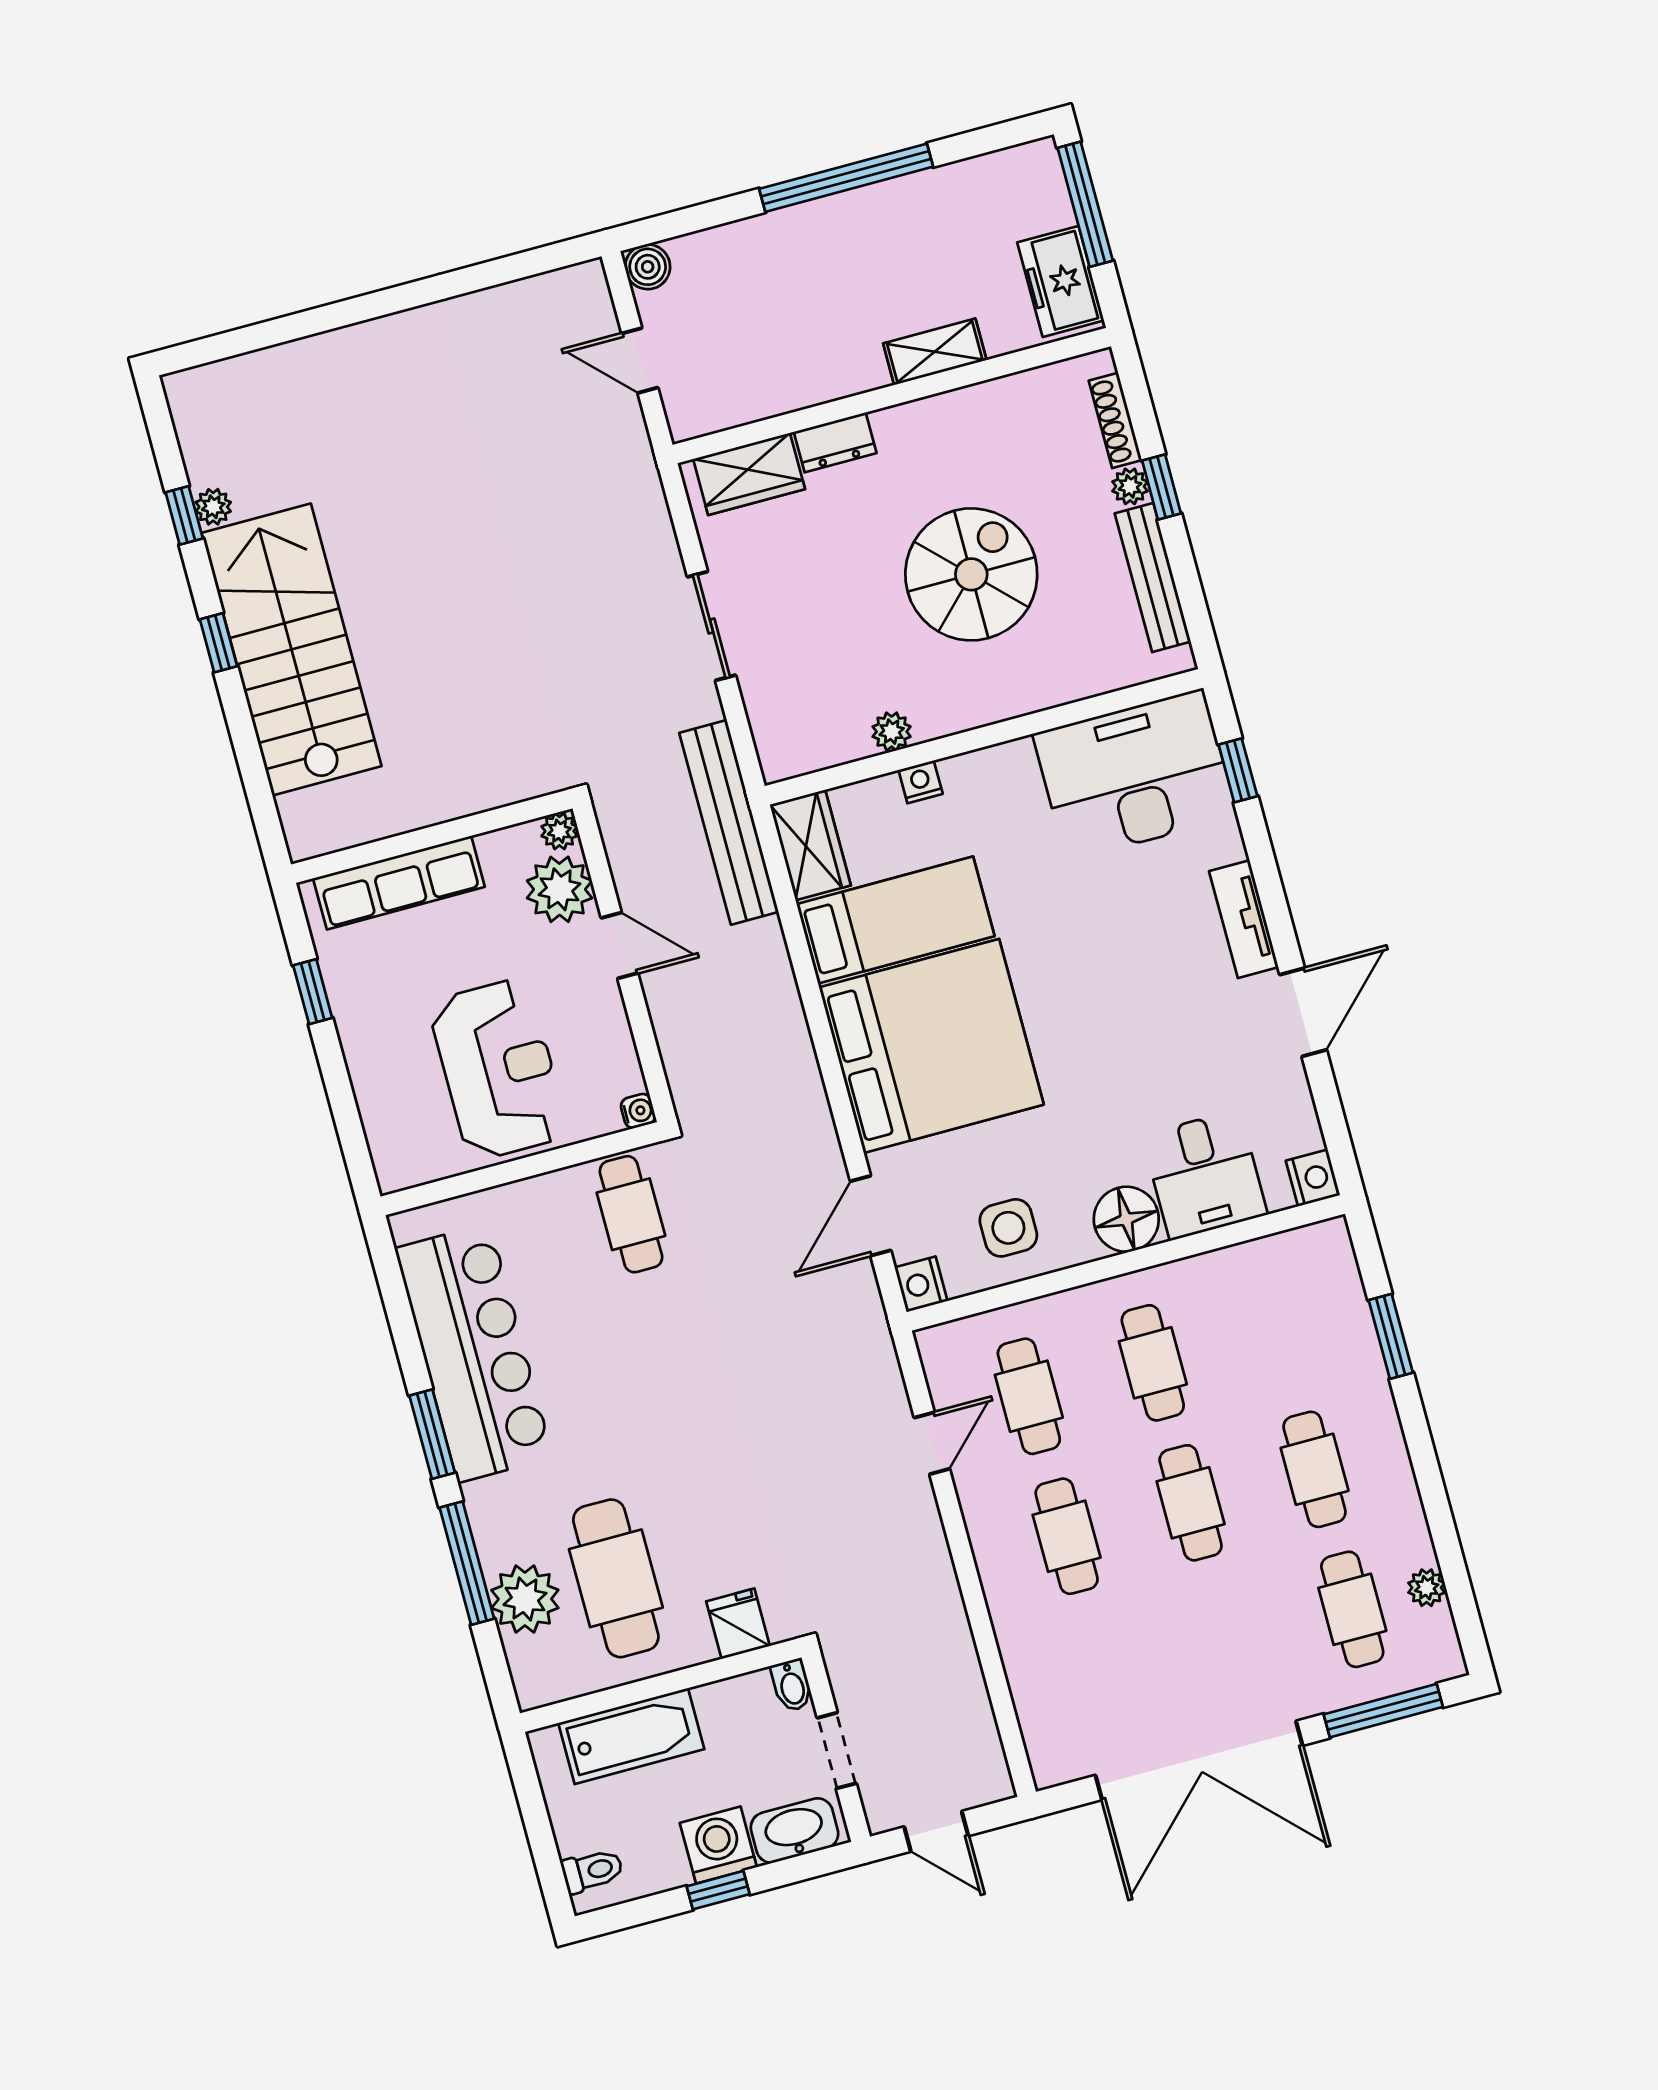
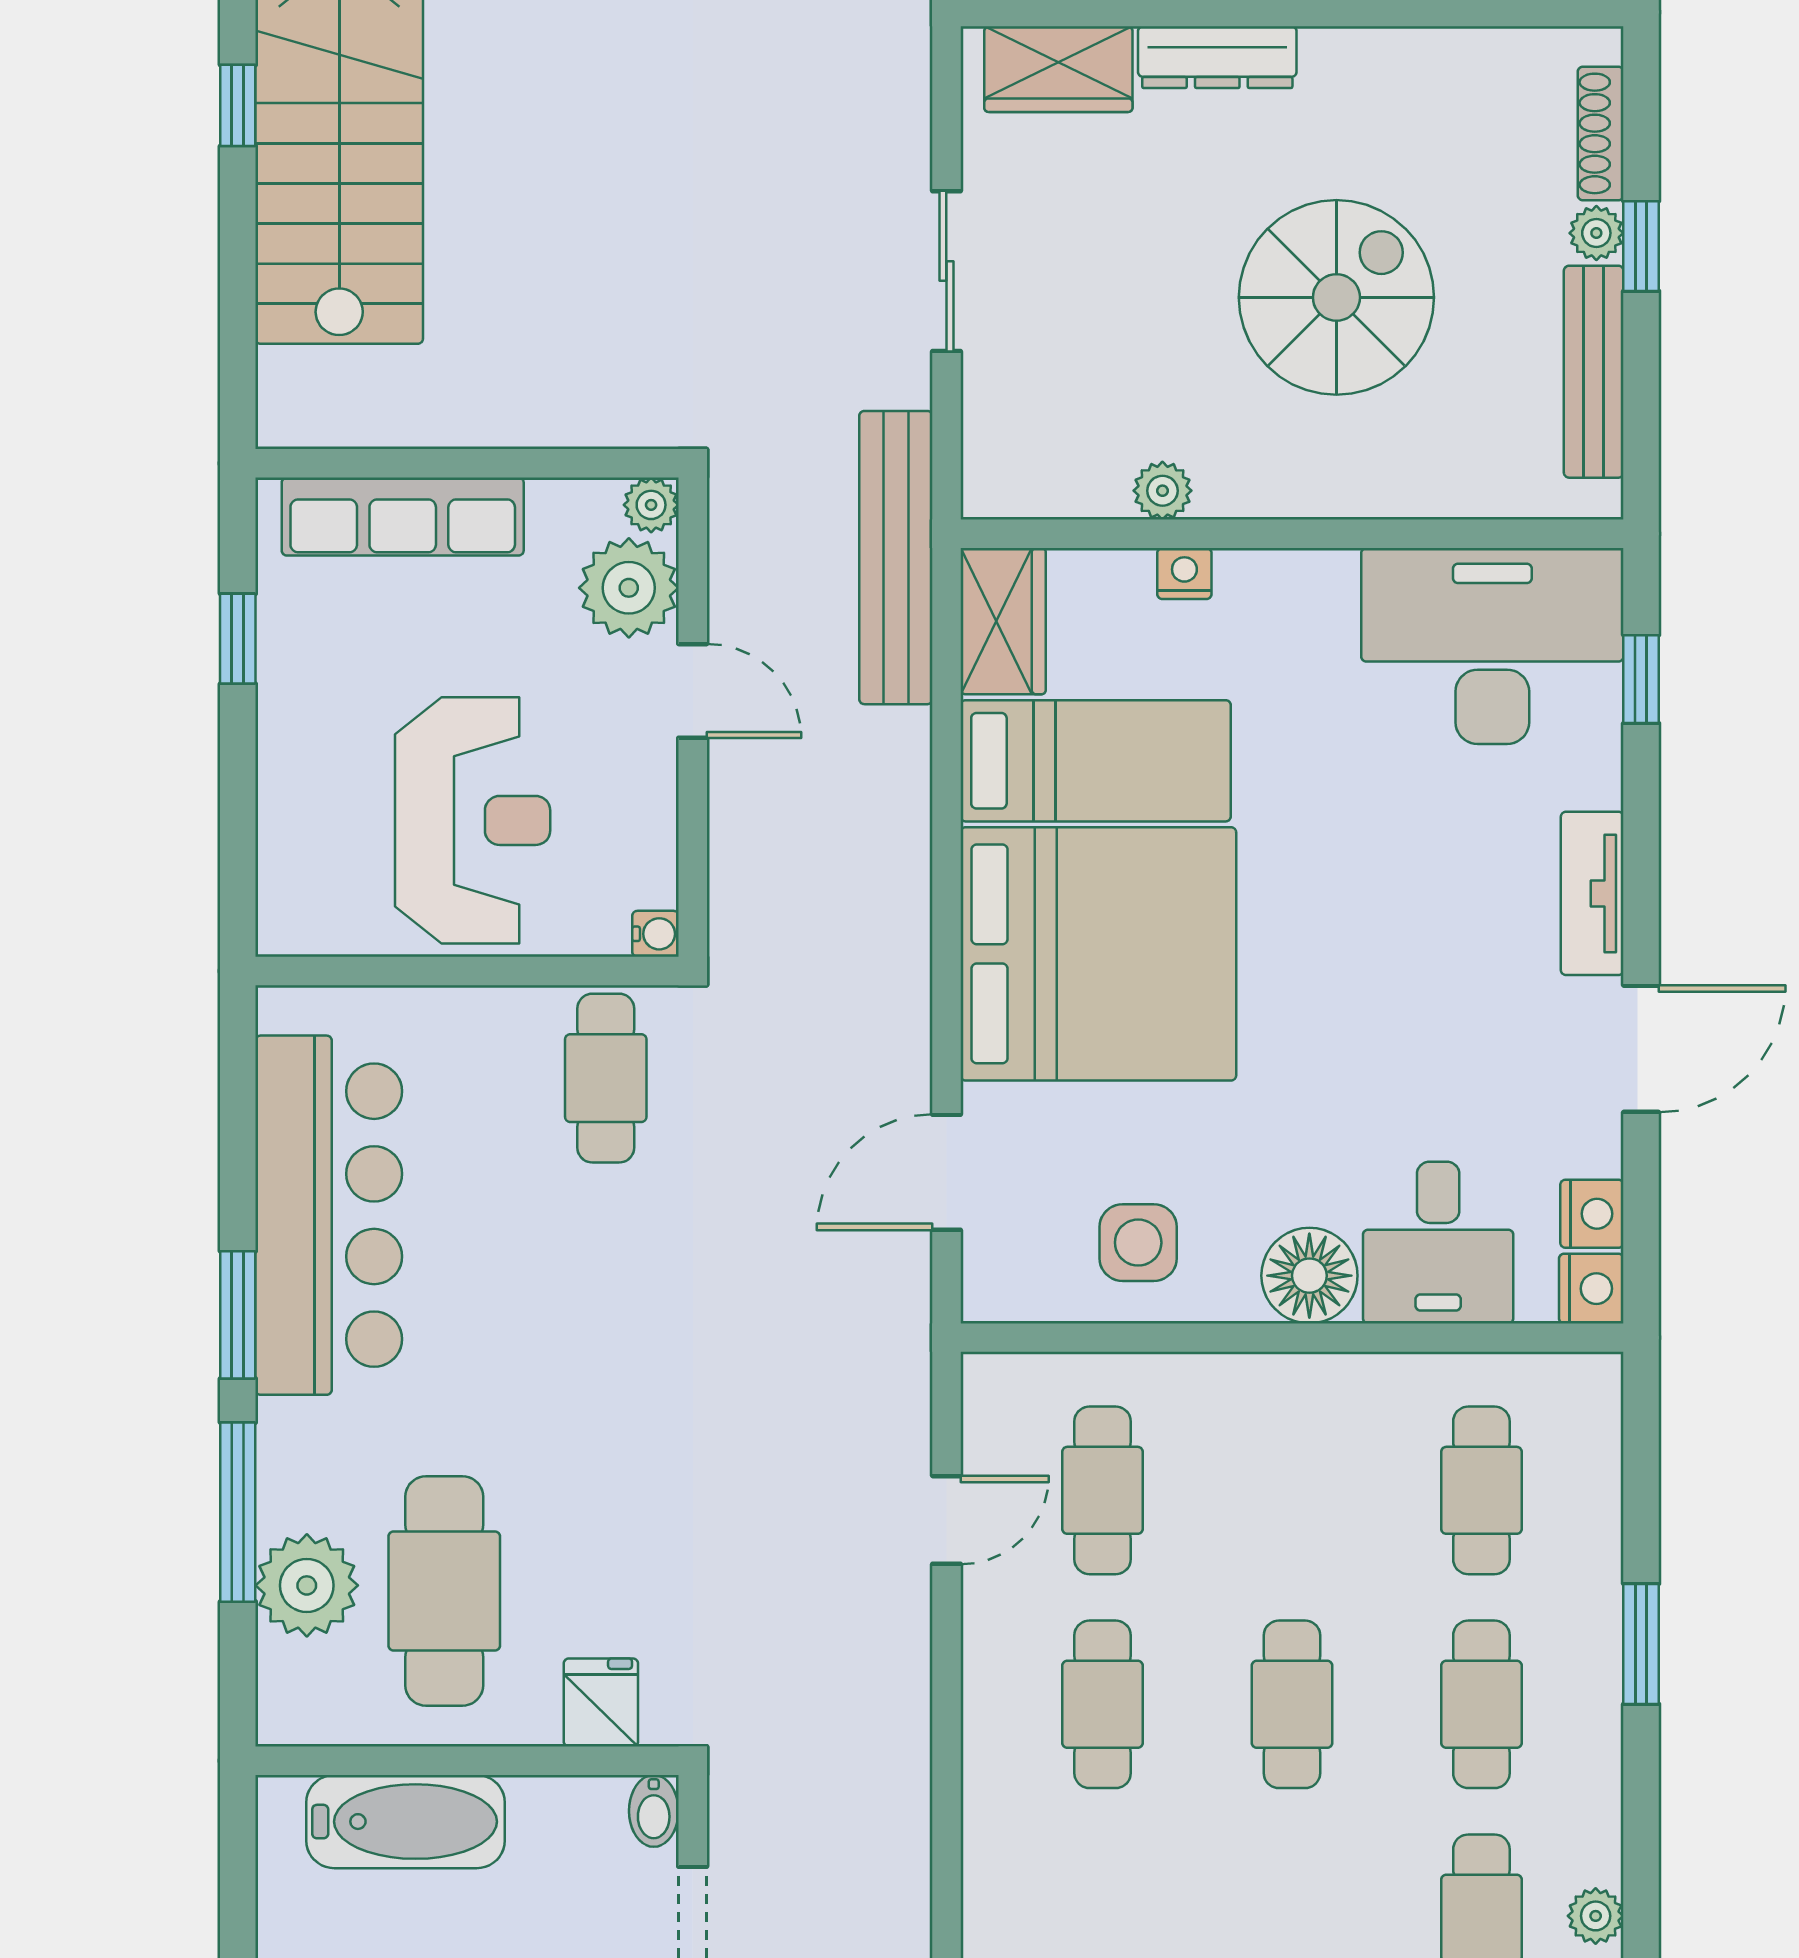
dresser: (835, 442) -> (1217, 57), width x1.44
nightstand: (921, 1284) -> (1592, 1214), moved, turned 180
window: (1391, 1336) -> (1641, 1644), moved
cafe table: (1153, 1363) -> (1481, 1490), moved

